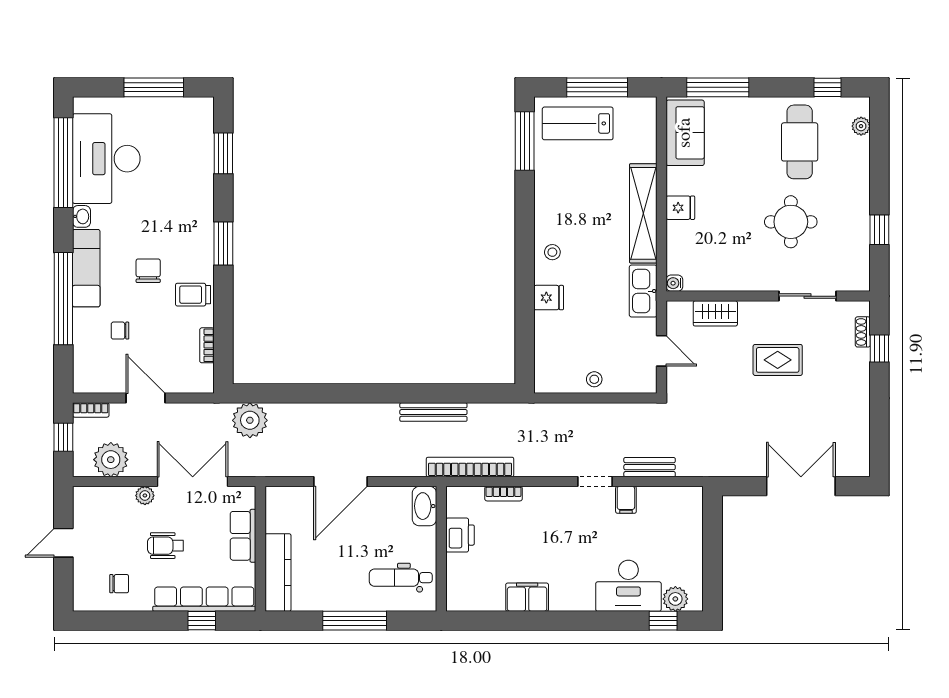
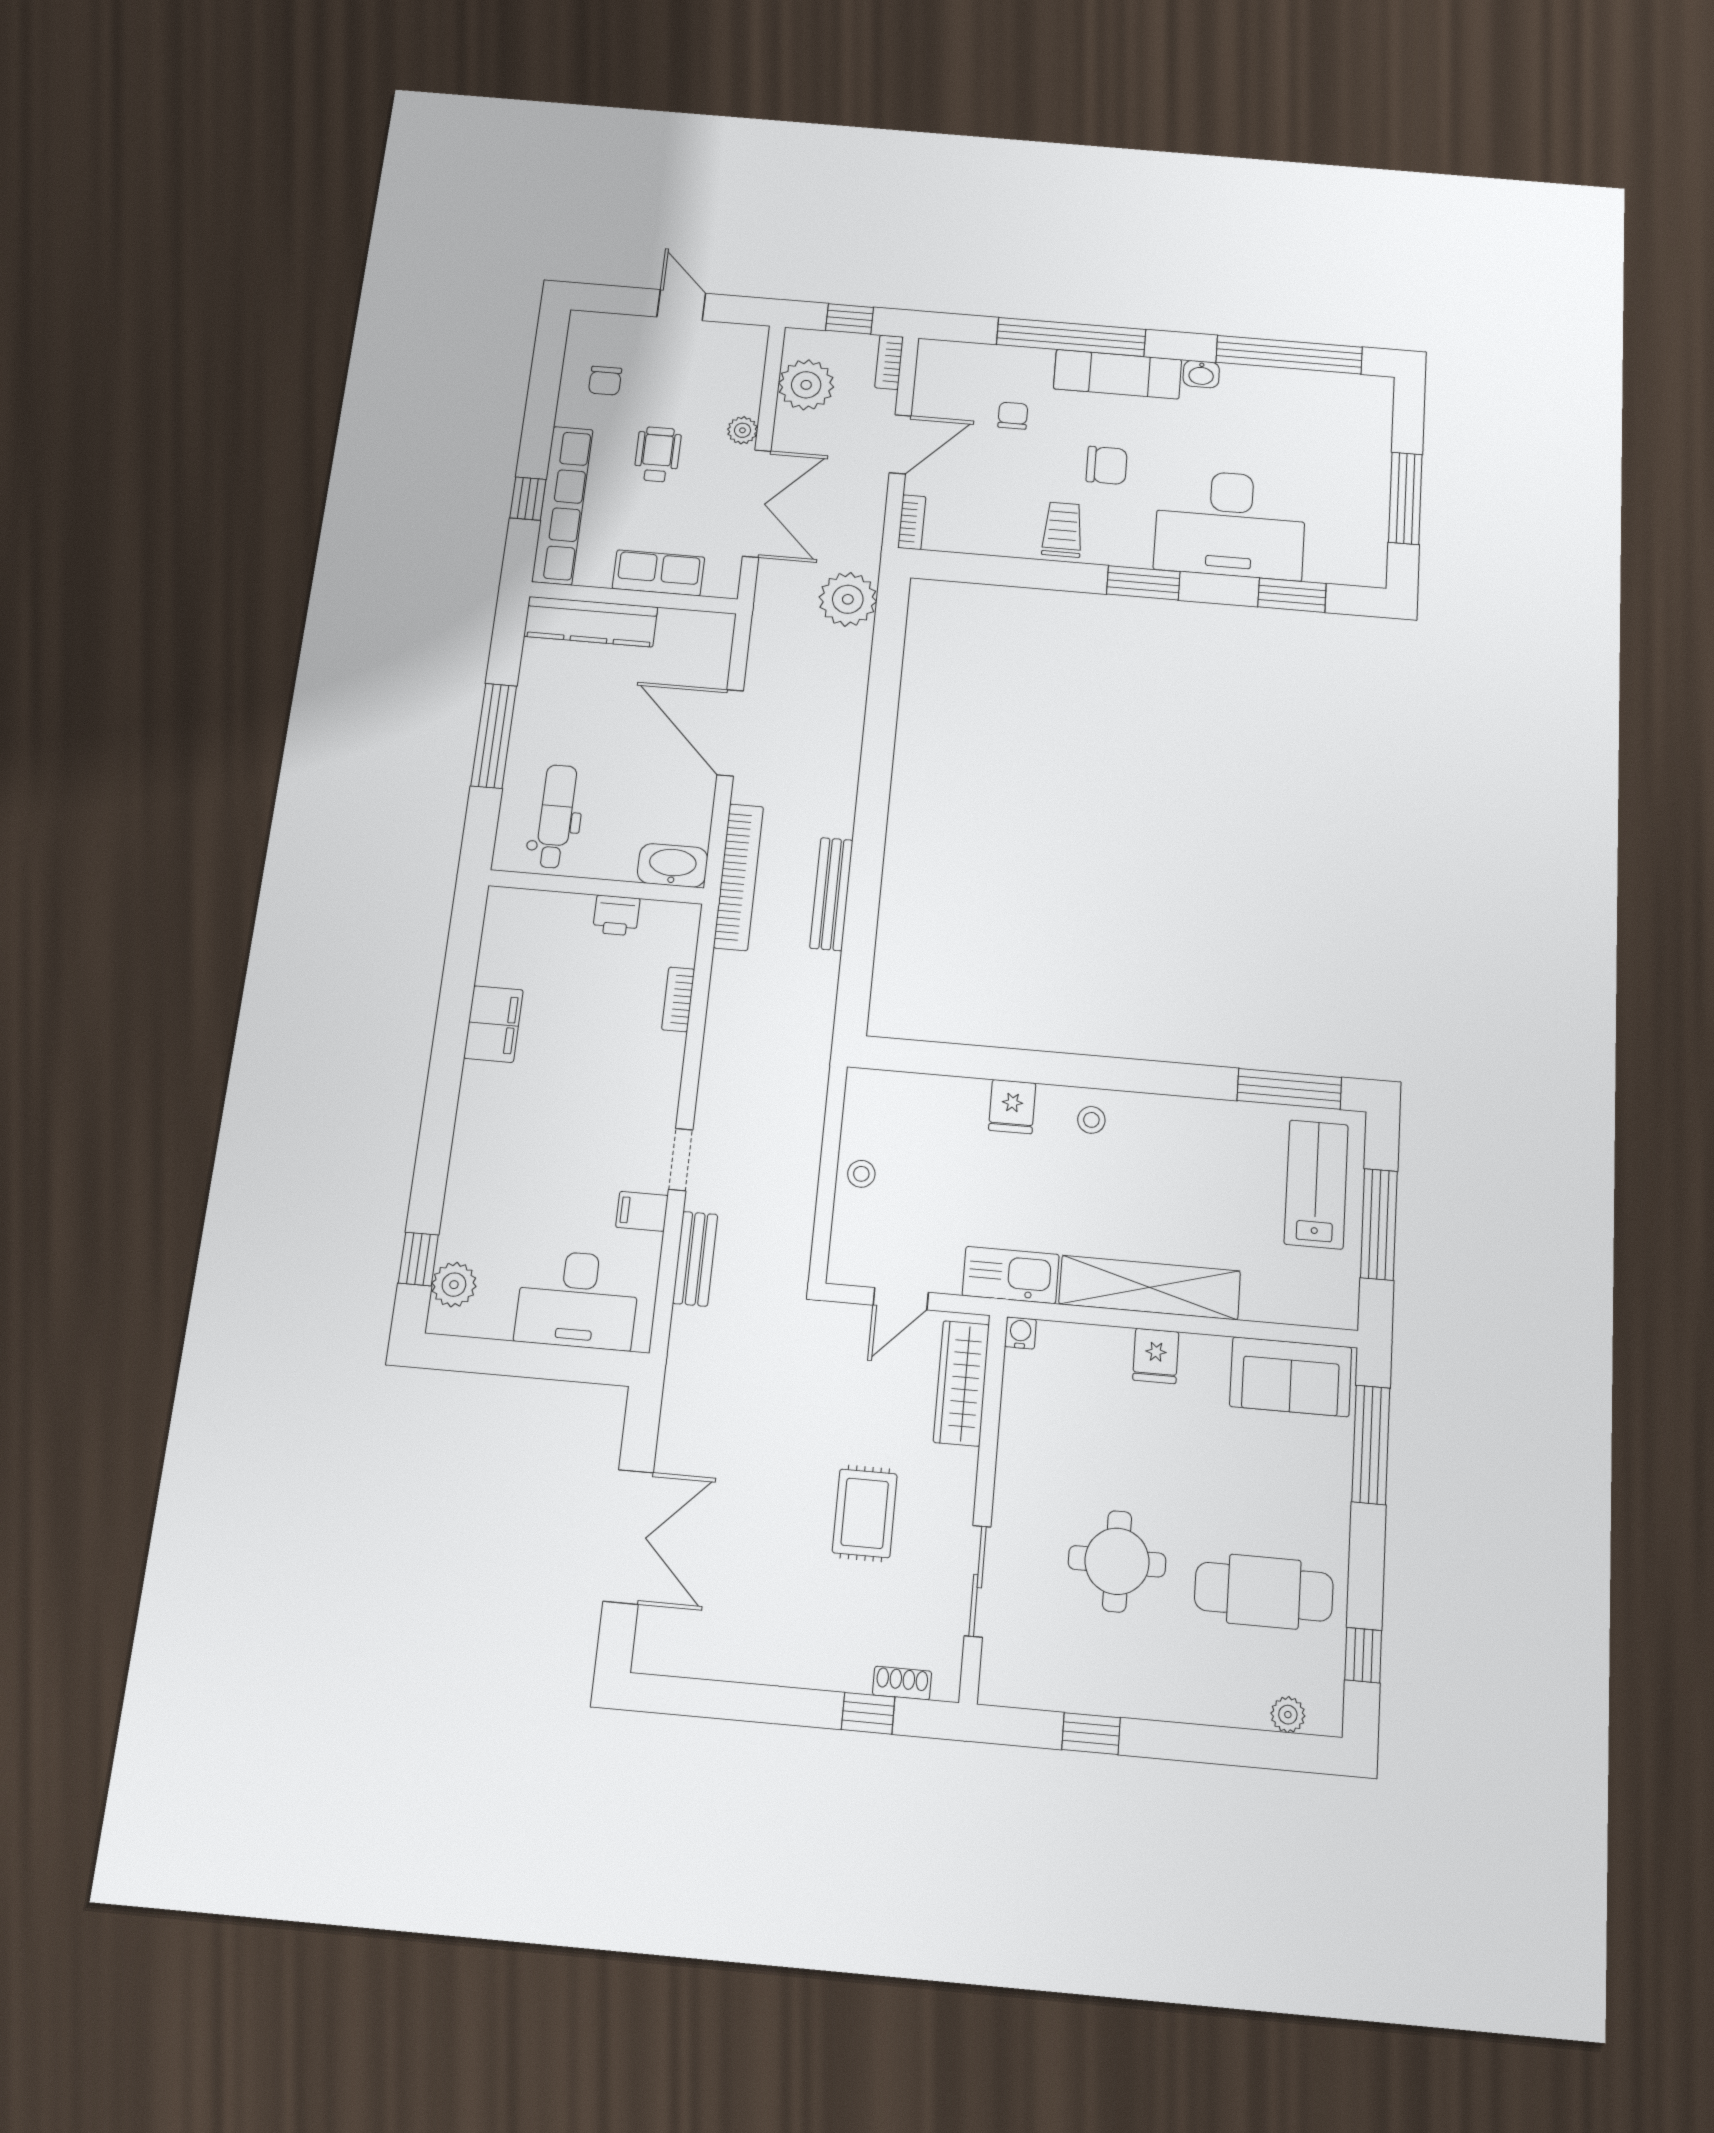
desk: (106, 159) -> (1230, 524), moved, turned 180
wardrobe: (715, 313) -> (961, 1383), width x1.50
bookcase: (207, 345) -> (912, 522), moved, turned 90
bookcase: (470, 467) -> (739, 877), moved
printer: (460, 535) -> (616, 915), width x0.73, depth x0.81
desk: (628, 586) -> (578, 1300), moved, turned -90

